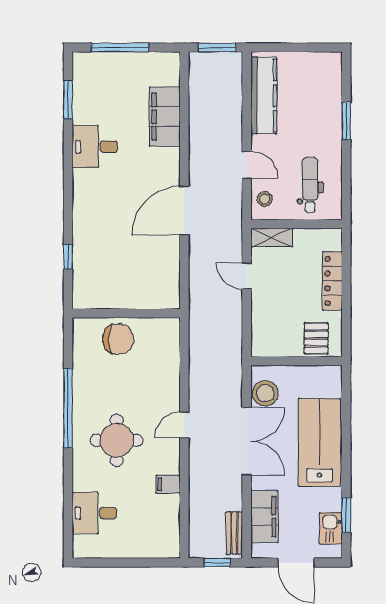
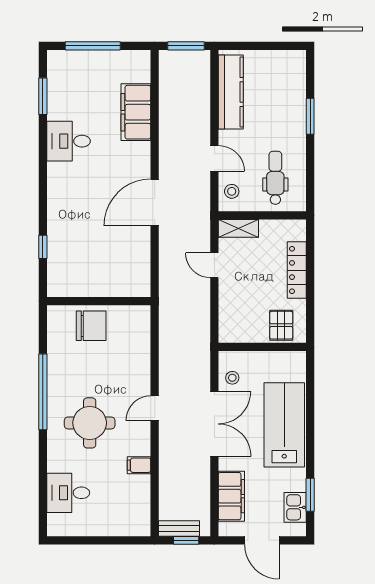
stool: (265, 393) -> (232, 378), width x0.53, depth x0.53
bench: (234, 533) -> (179, 529), moved, turned 90

